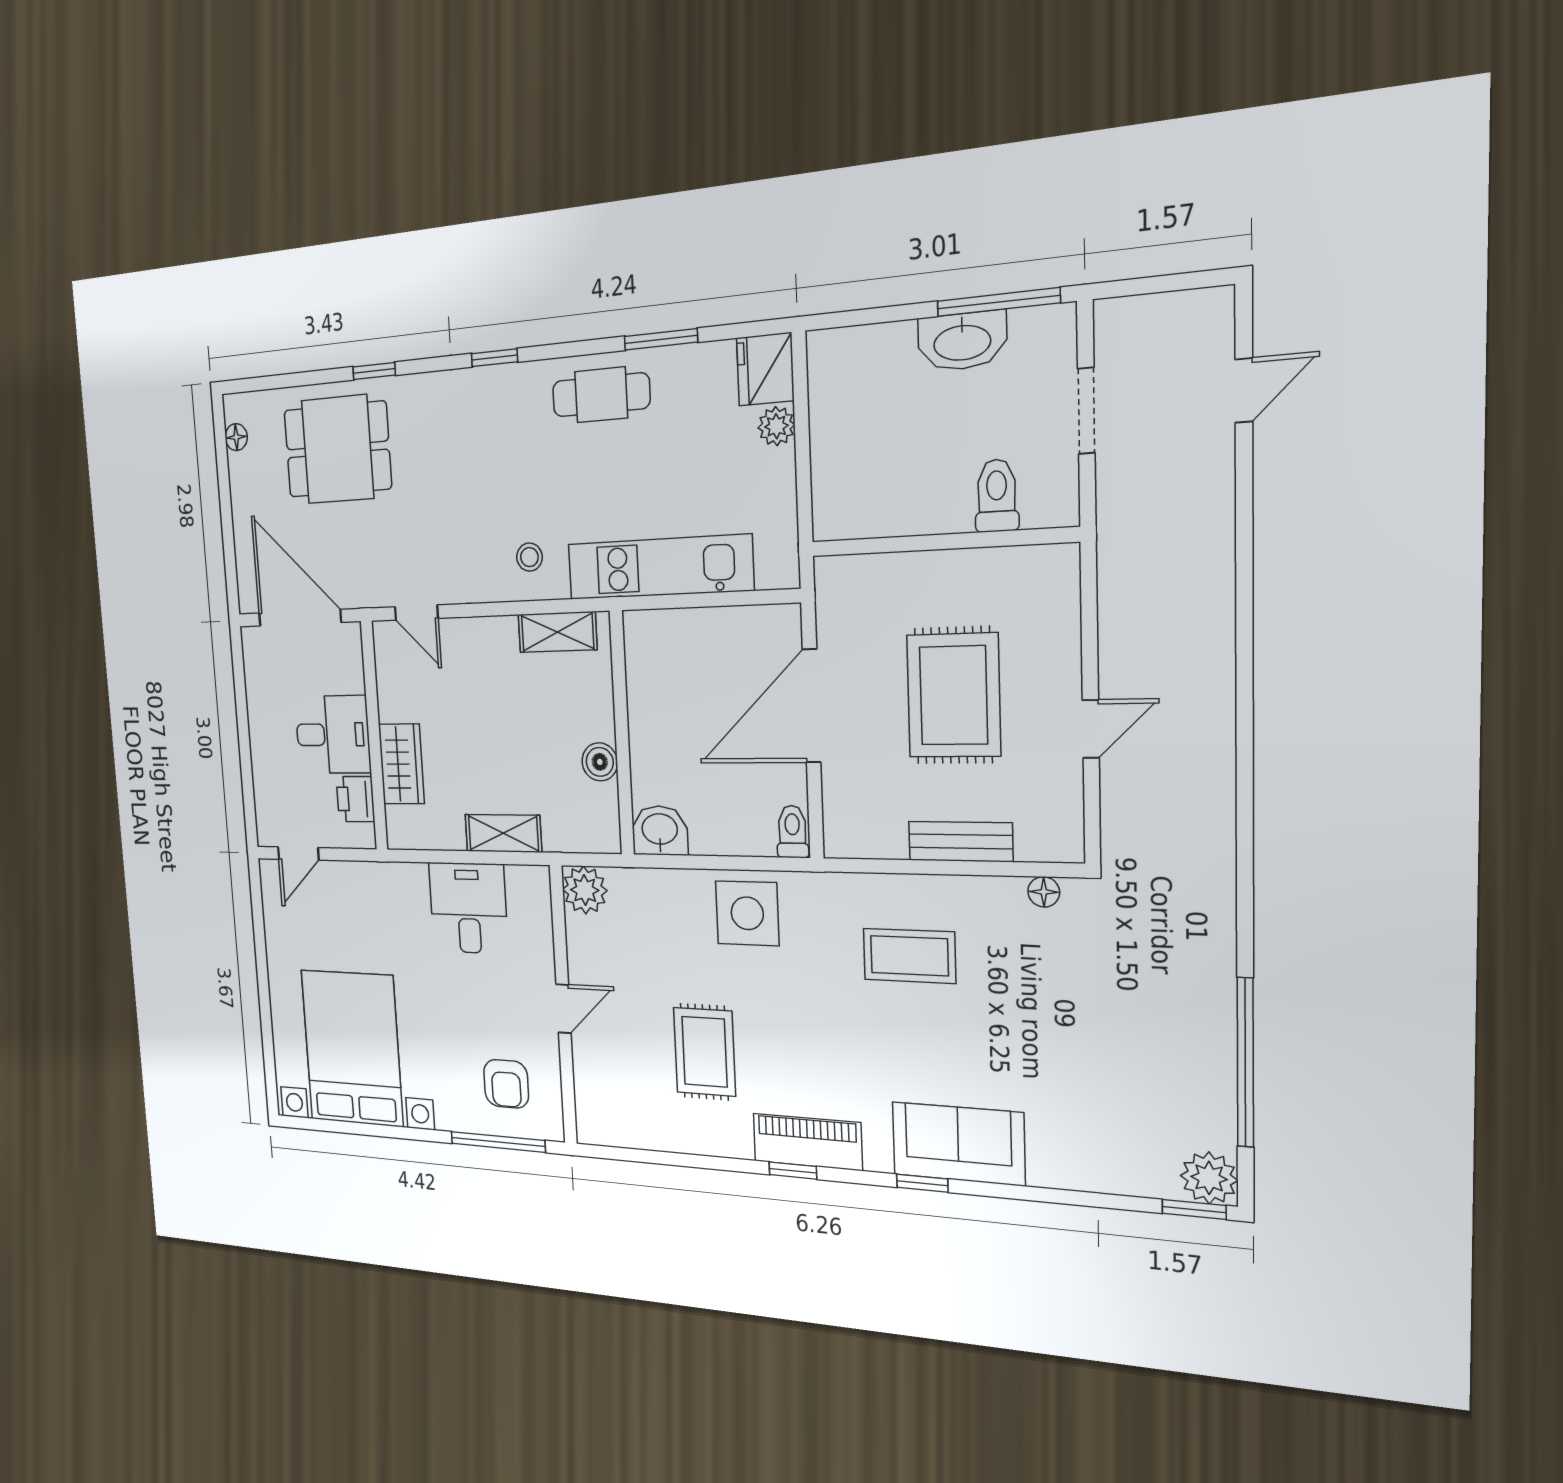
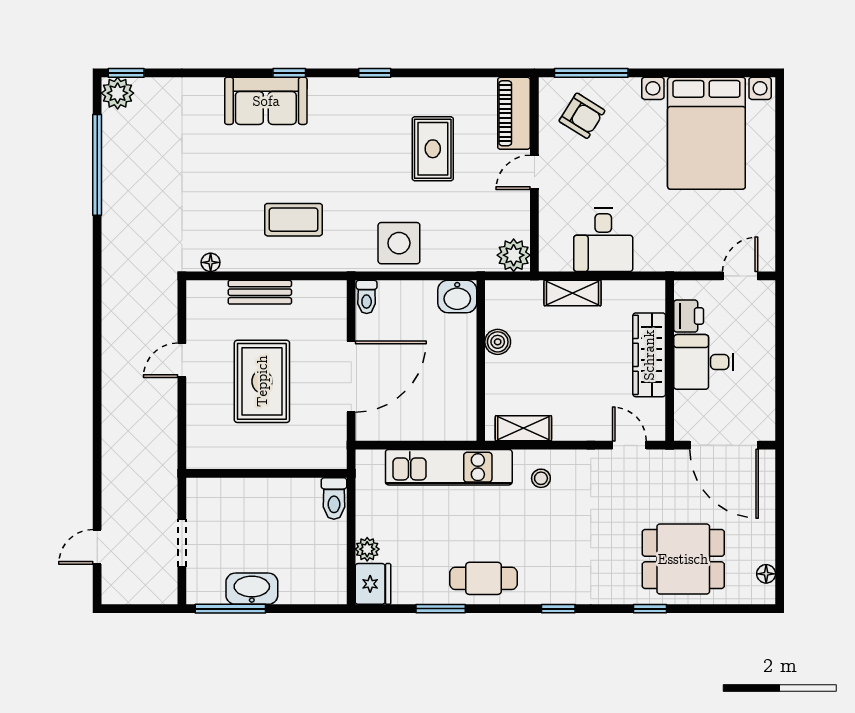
toilet: (997, 496) -> (334, 498), moved
wardrobe: (401, 764) -> (649, 355), width x1.50
armchair: (506, 1084) -> (582, 116), turned 122
piano: (807, 1142) -> (514, 113), moved, turned 90

